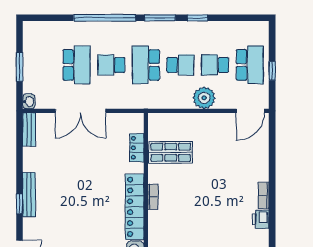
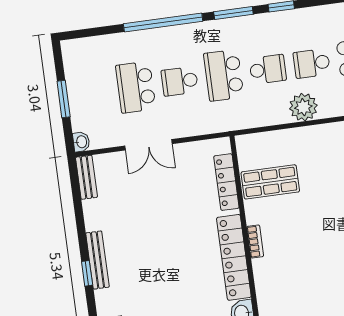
school desk: (77, 65) -> (136, 87), turned 180
double door: (80, 111) -> (148, 145), width x0.73
locker: (137, 148) -> (226, 182), width x1.53

